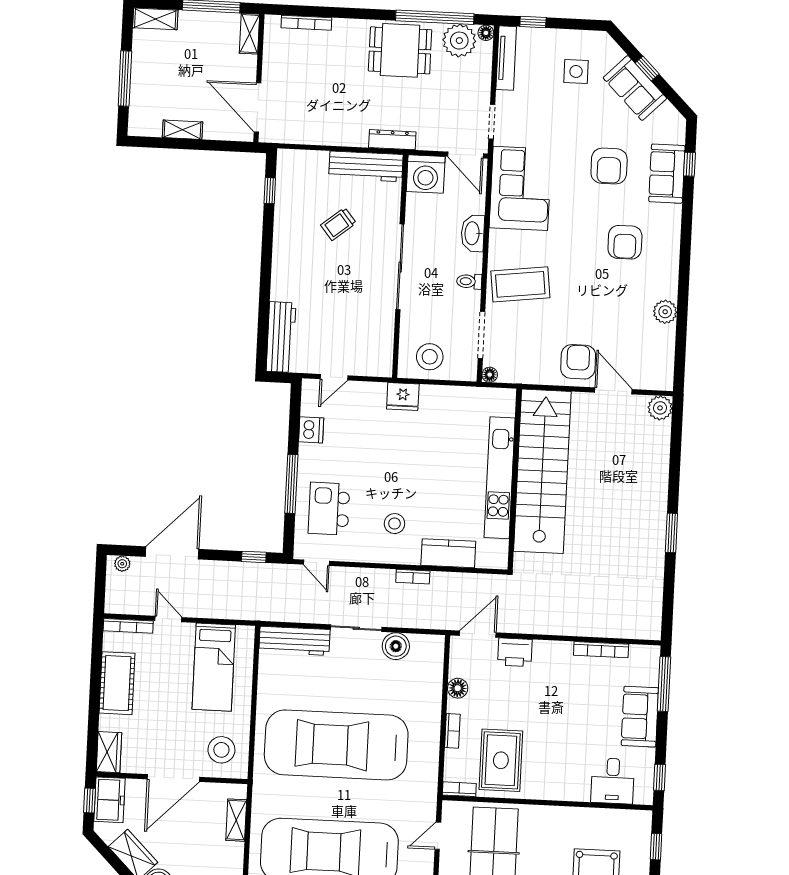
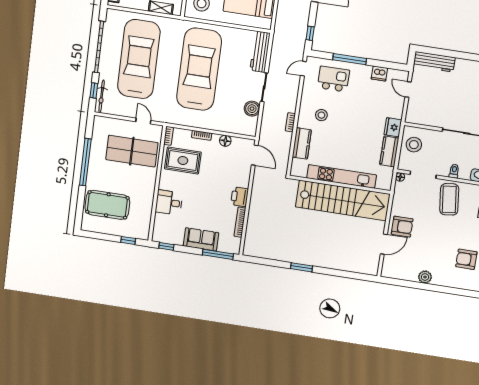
kitchen counter: (446, 398) -> (389, 151), added
plant: (660, 408) -> (372, 269), removed
printer: (515, 652) -> (240, 197), moved
desk: (613, 781) -> (169, 203), moved

